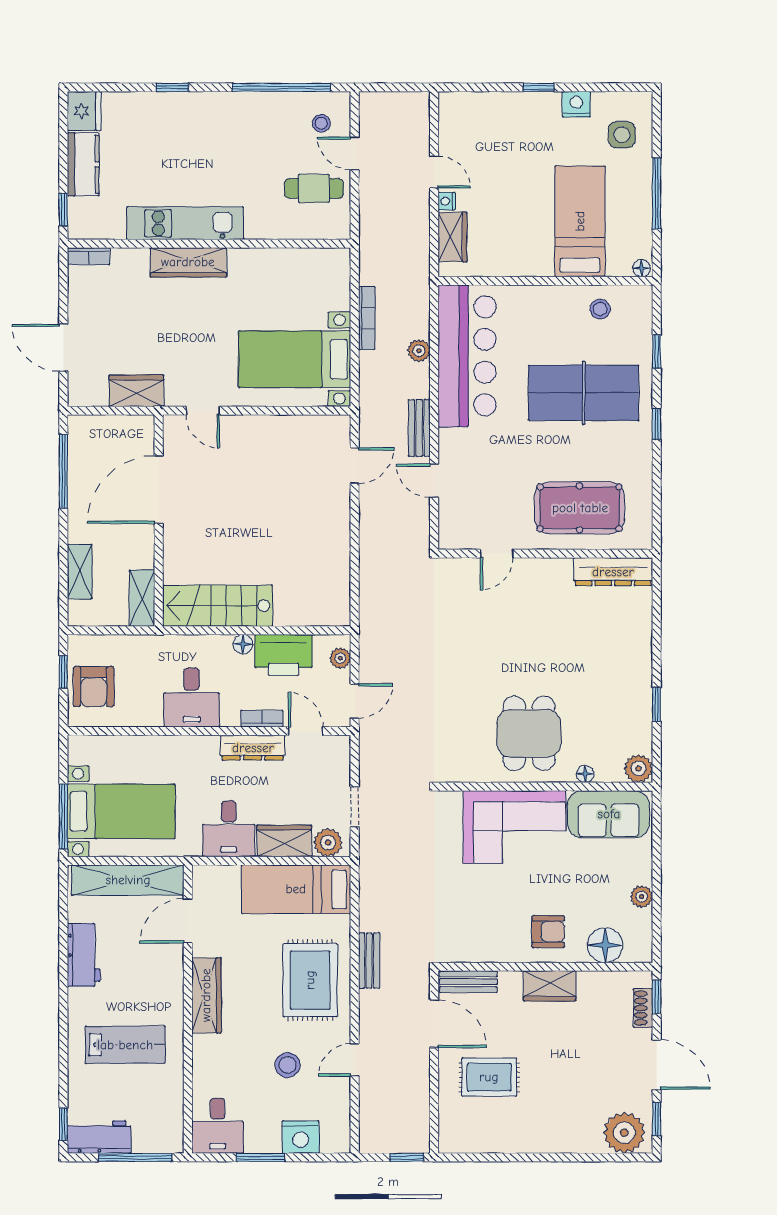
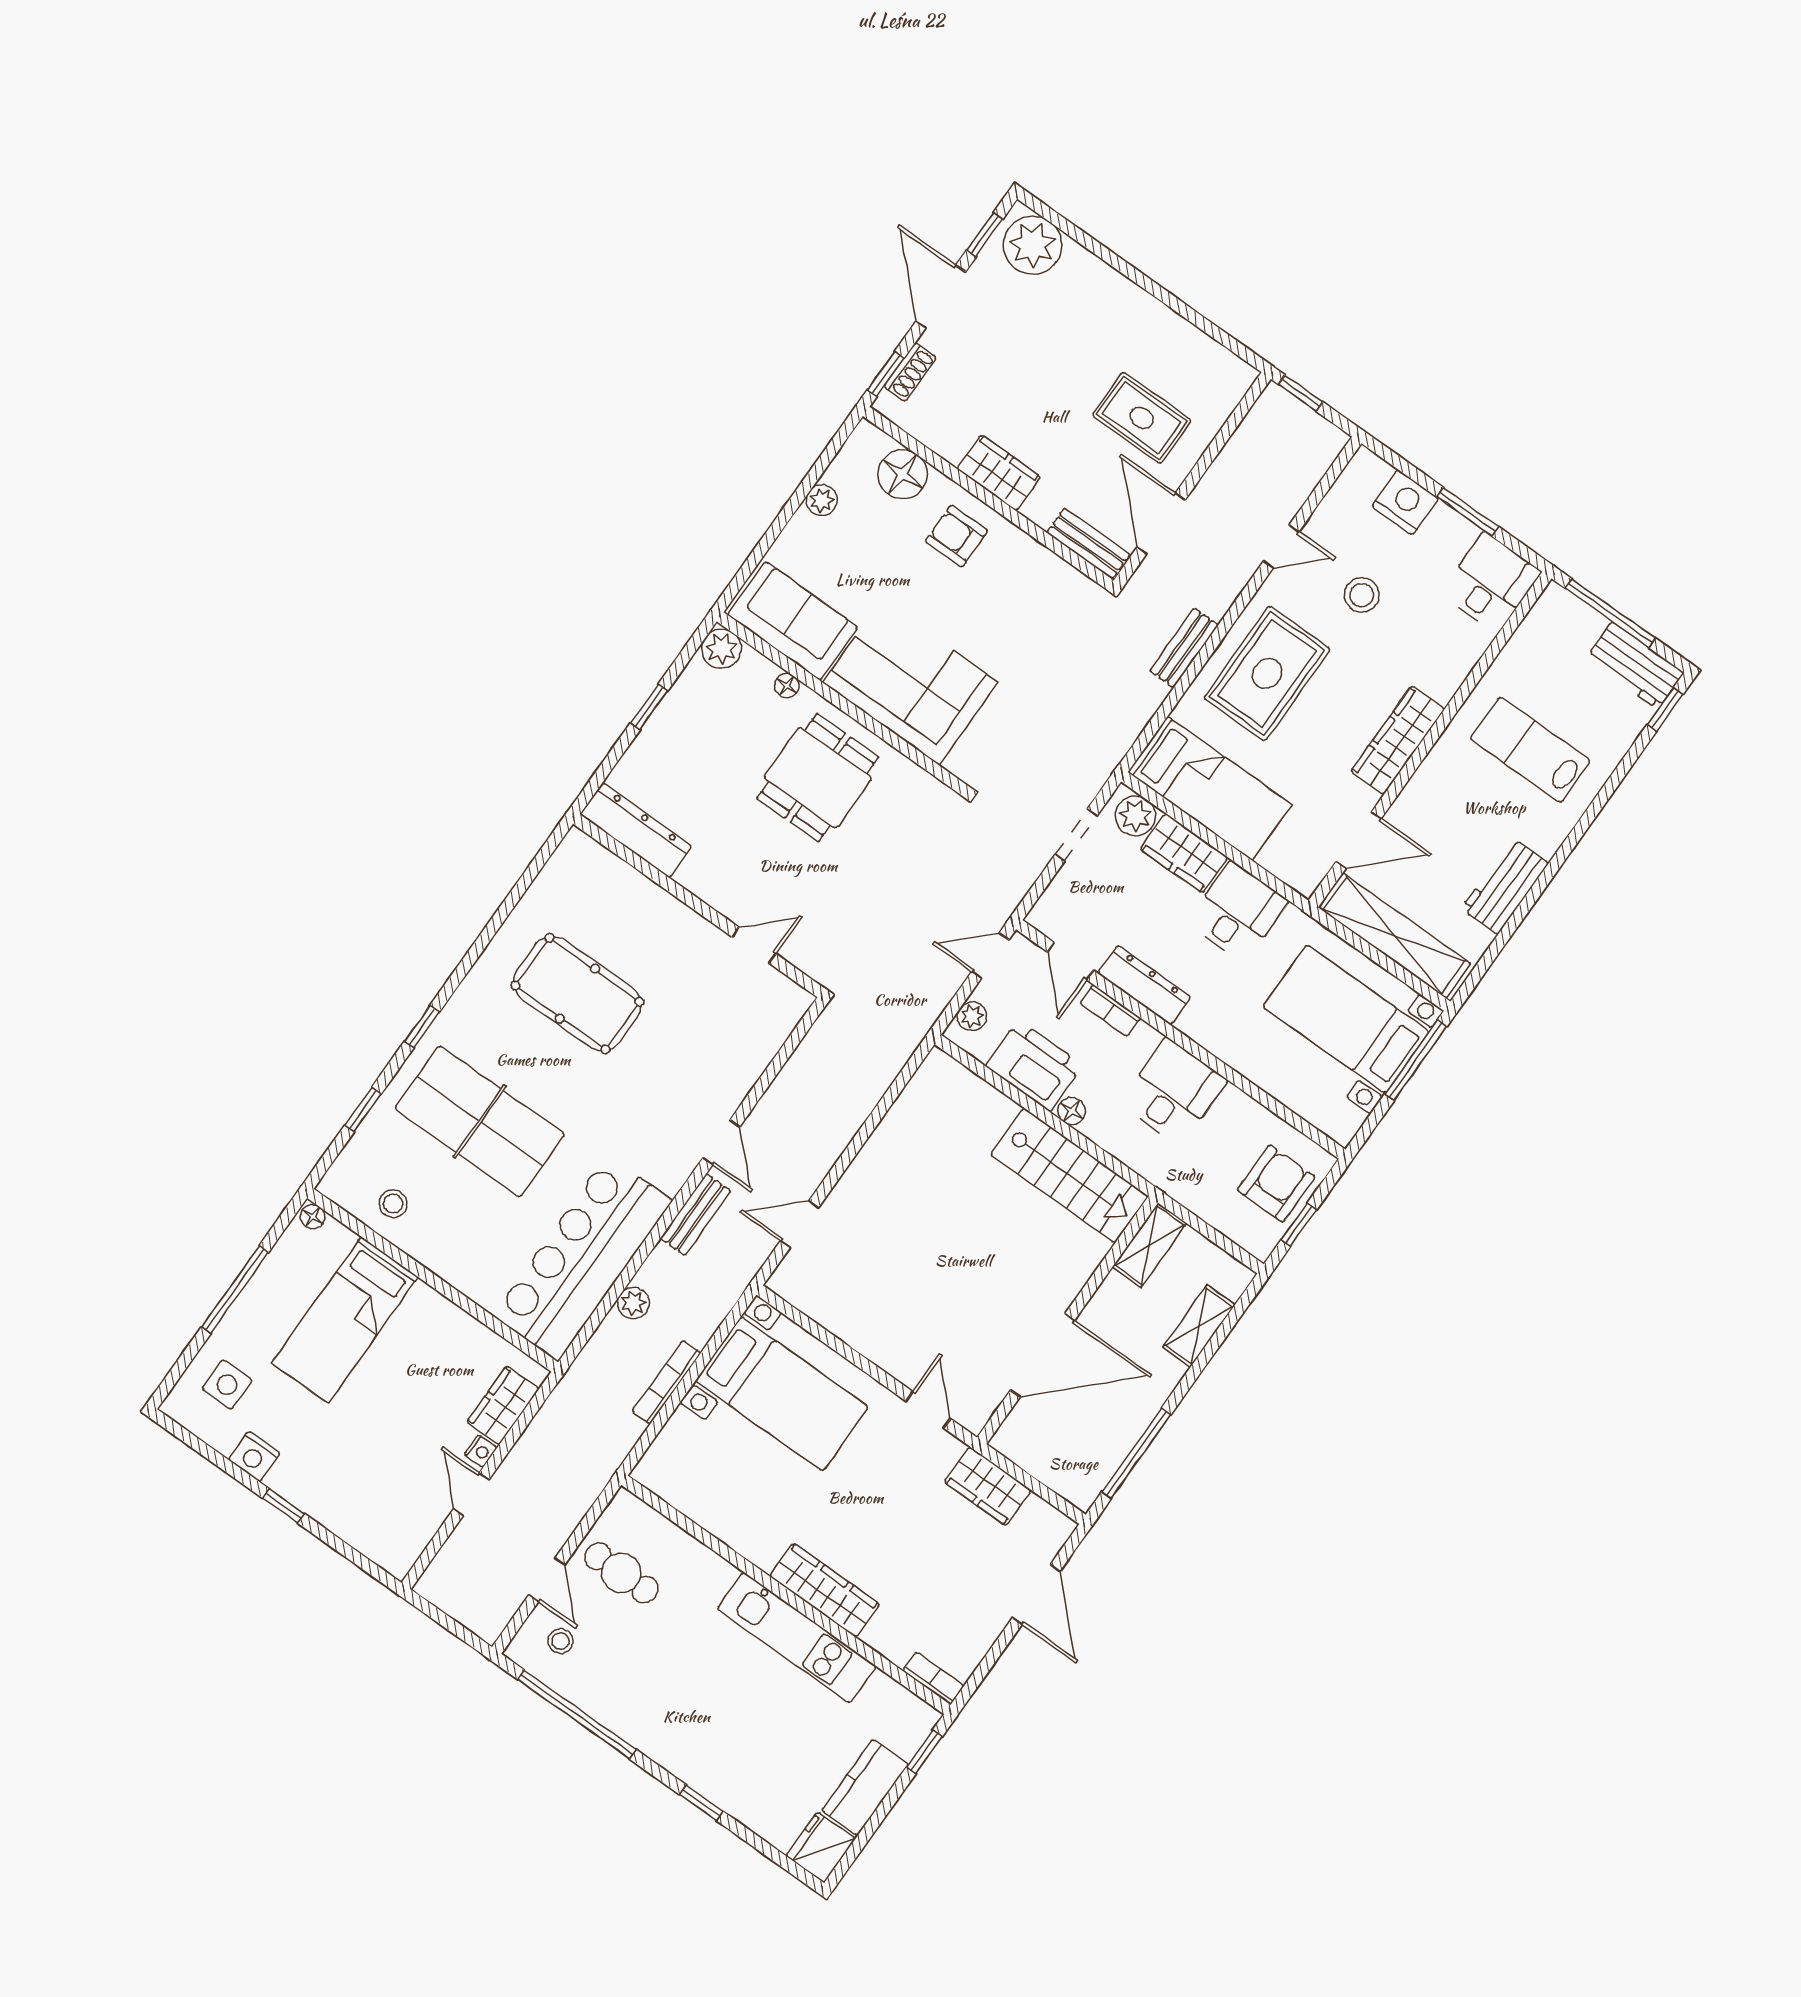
door: (497, 554) -> (754, 945), moved
wall: (545, 554) -> (699, 906), moved
dresser: (613, 572) -> (636, 830), moved

